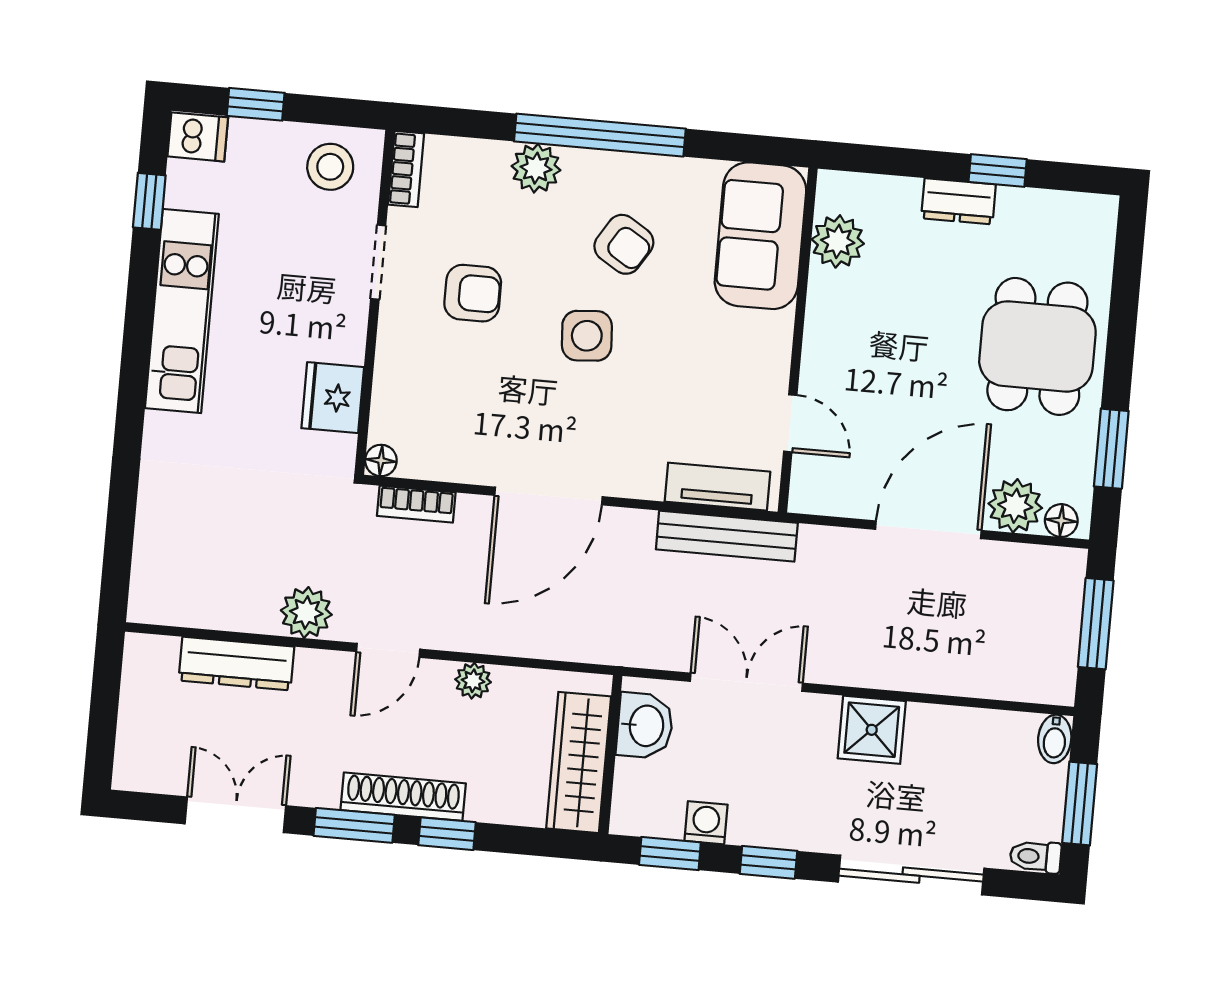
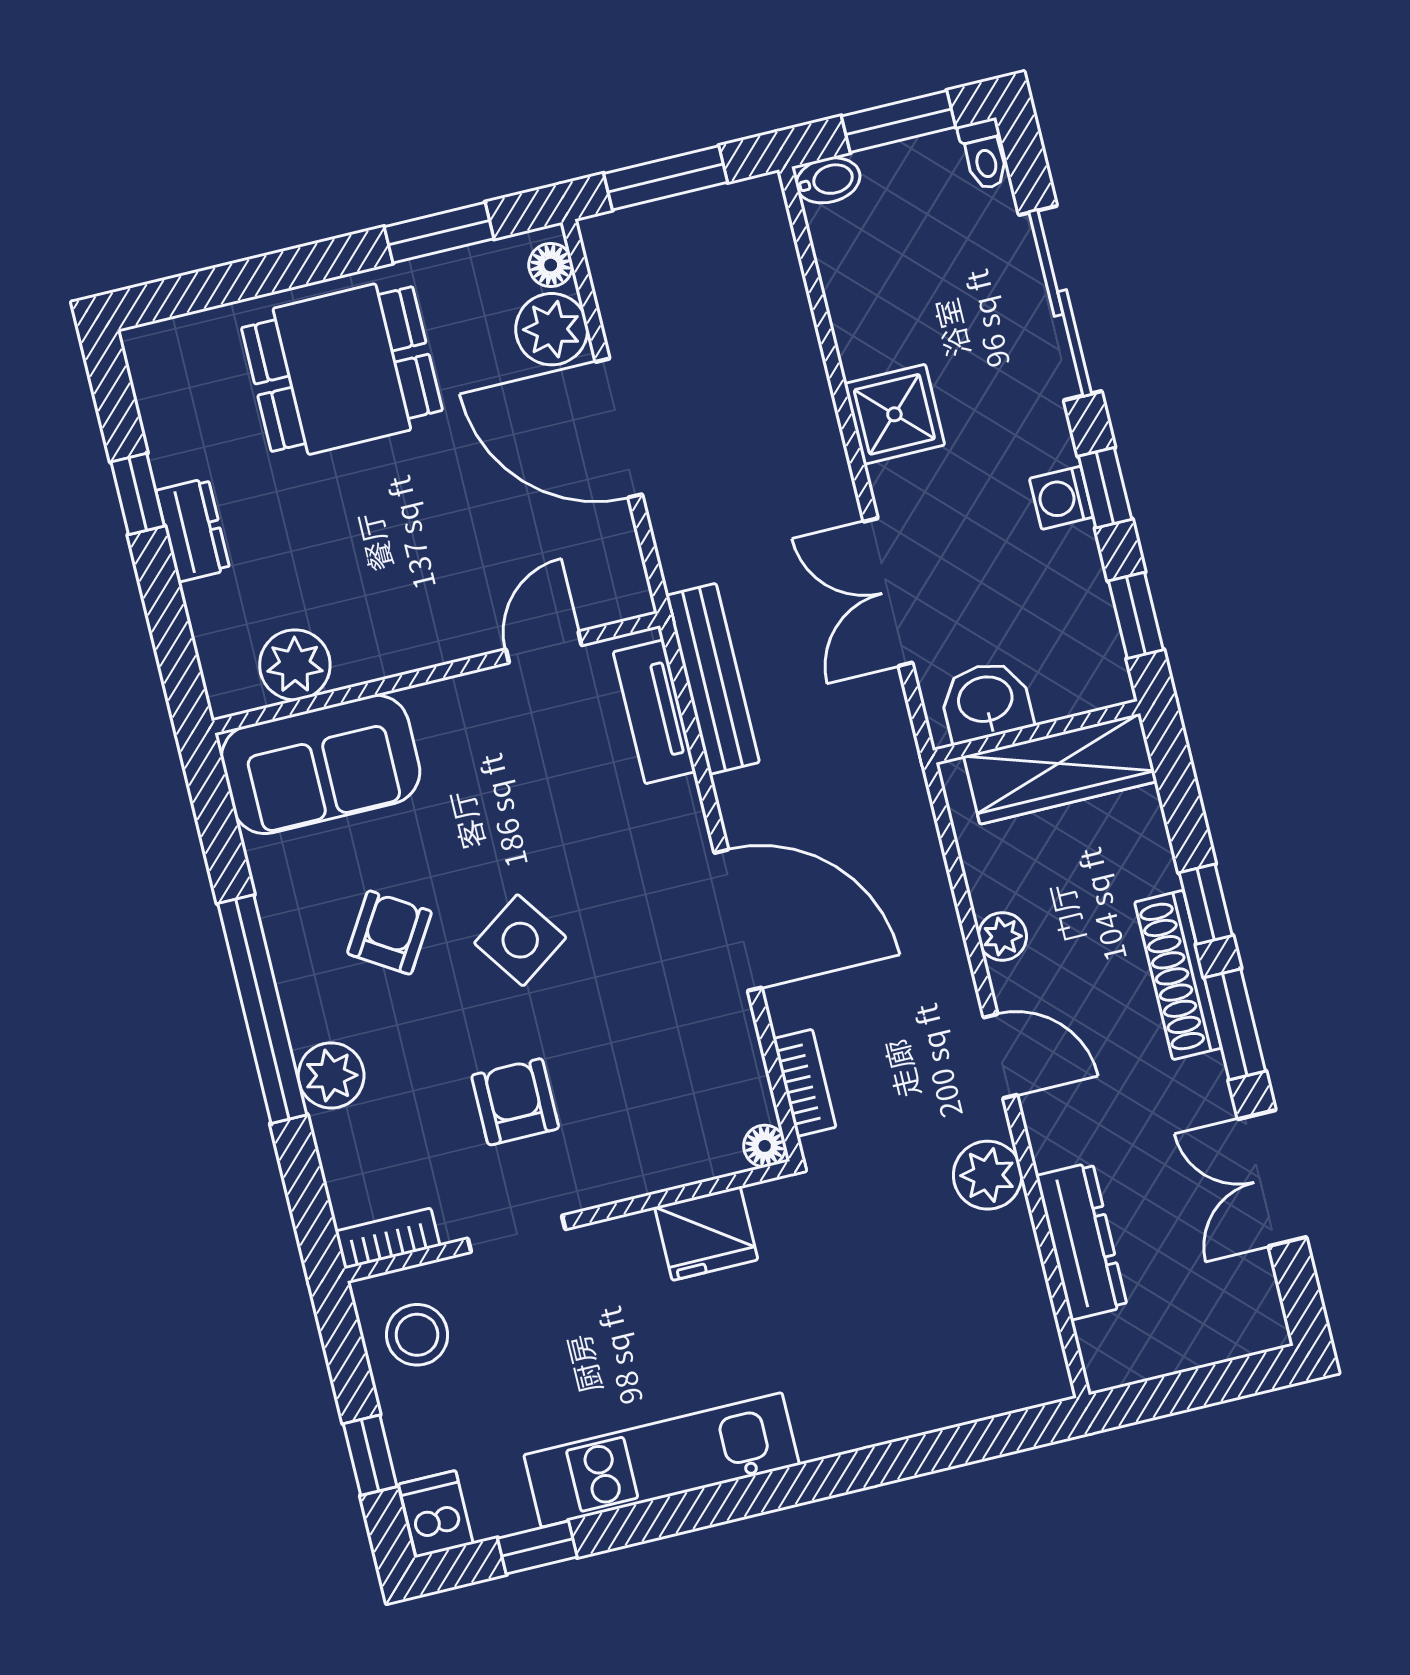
side table: (587, 336) -> (520, 940), turned -31
washing machine: (706, 823) -> (1061, 498), moved

